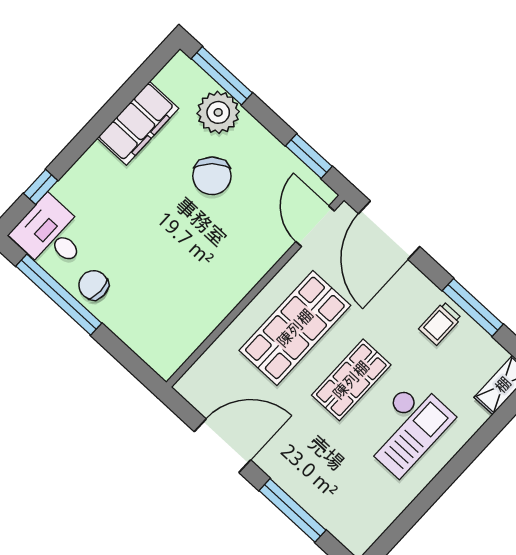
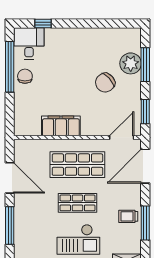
window: (222, 76) -> (145, 65), moved
filing cabinet: (138, 123) -> (61, 126), moved, turned 180

